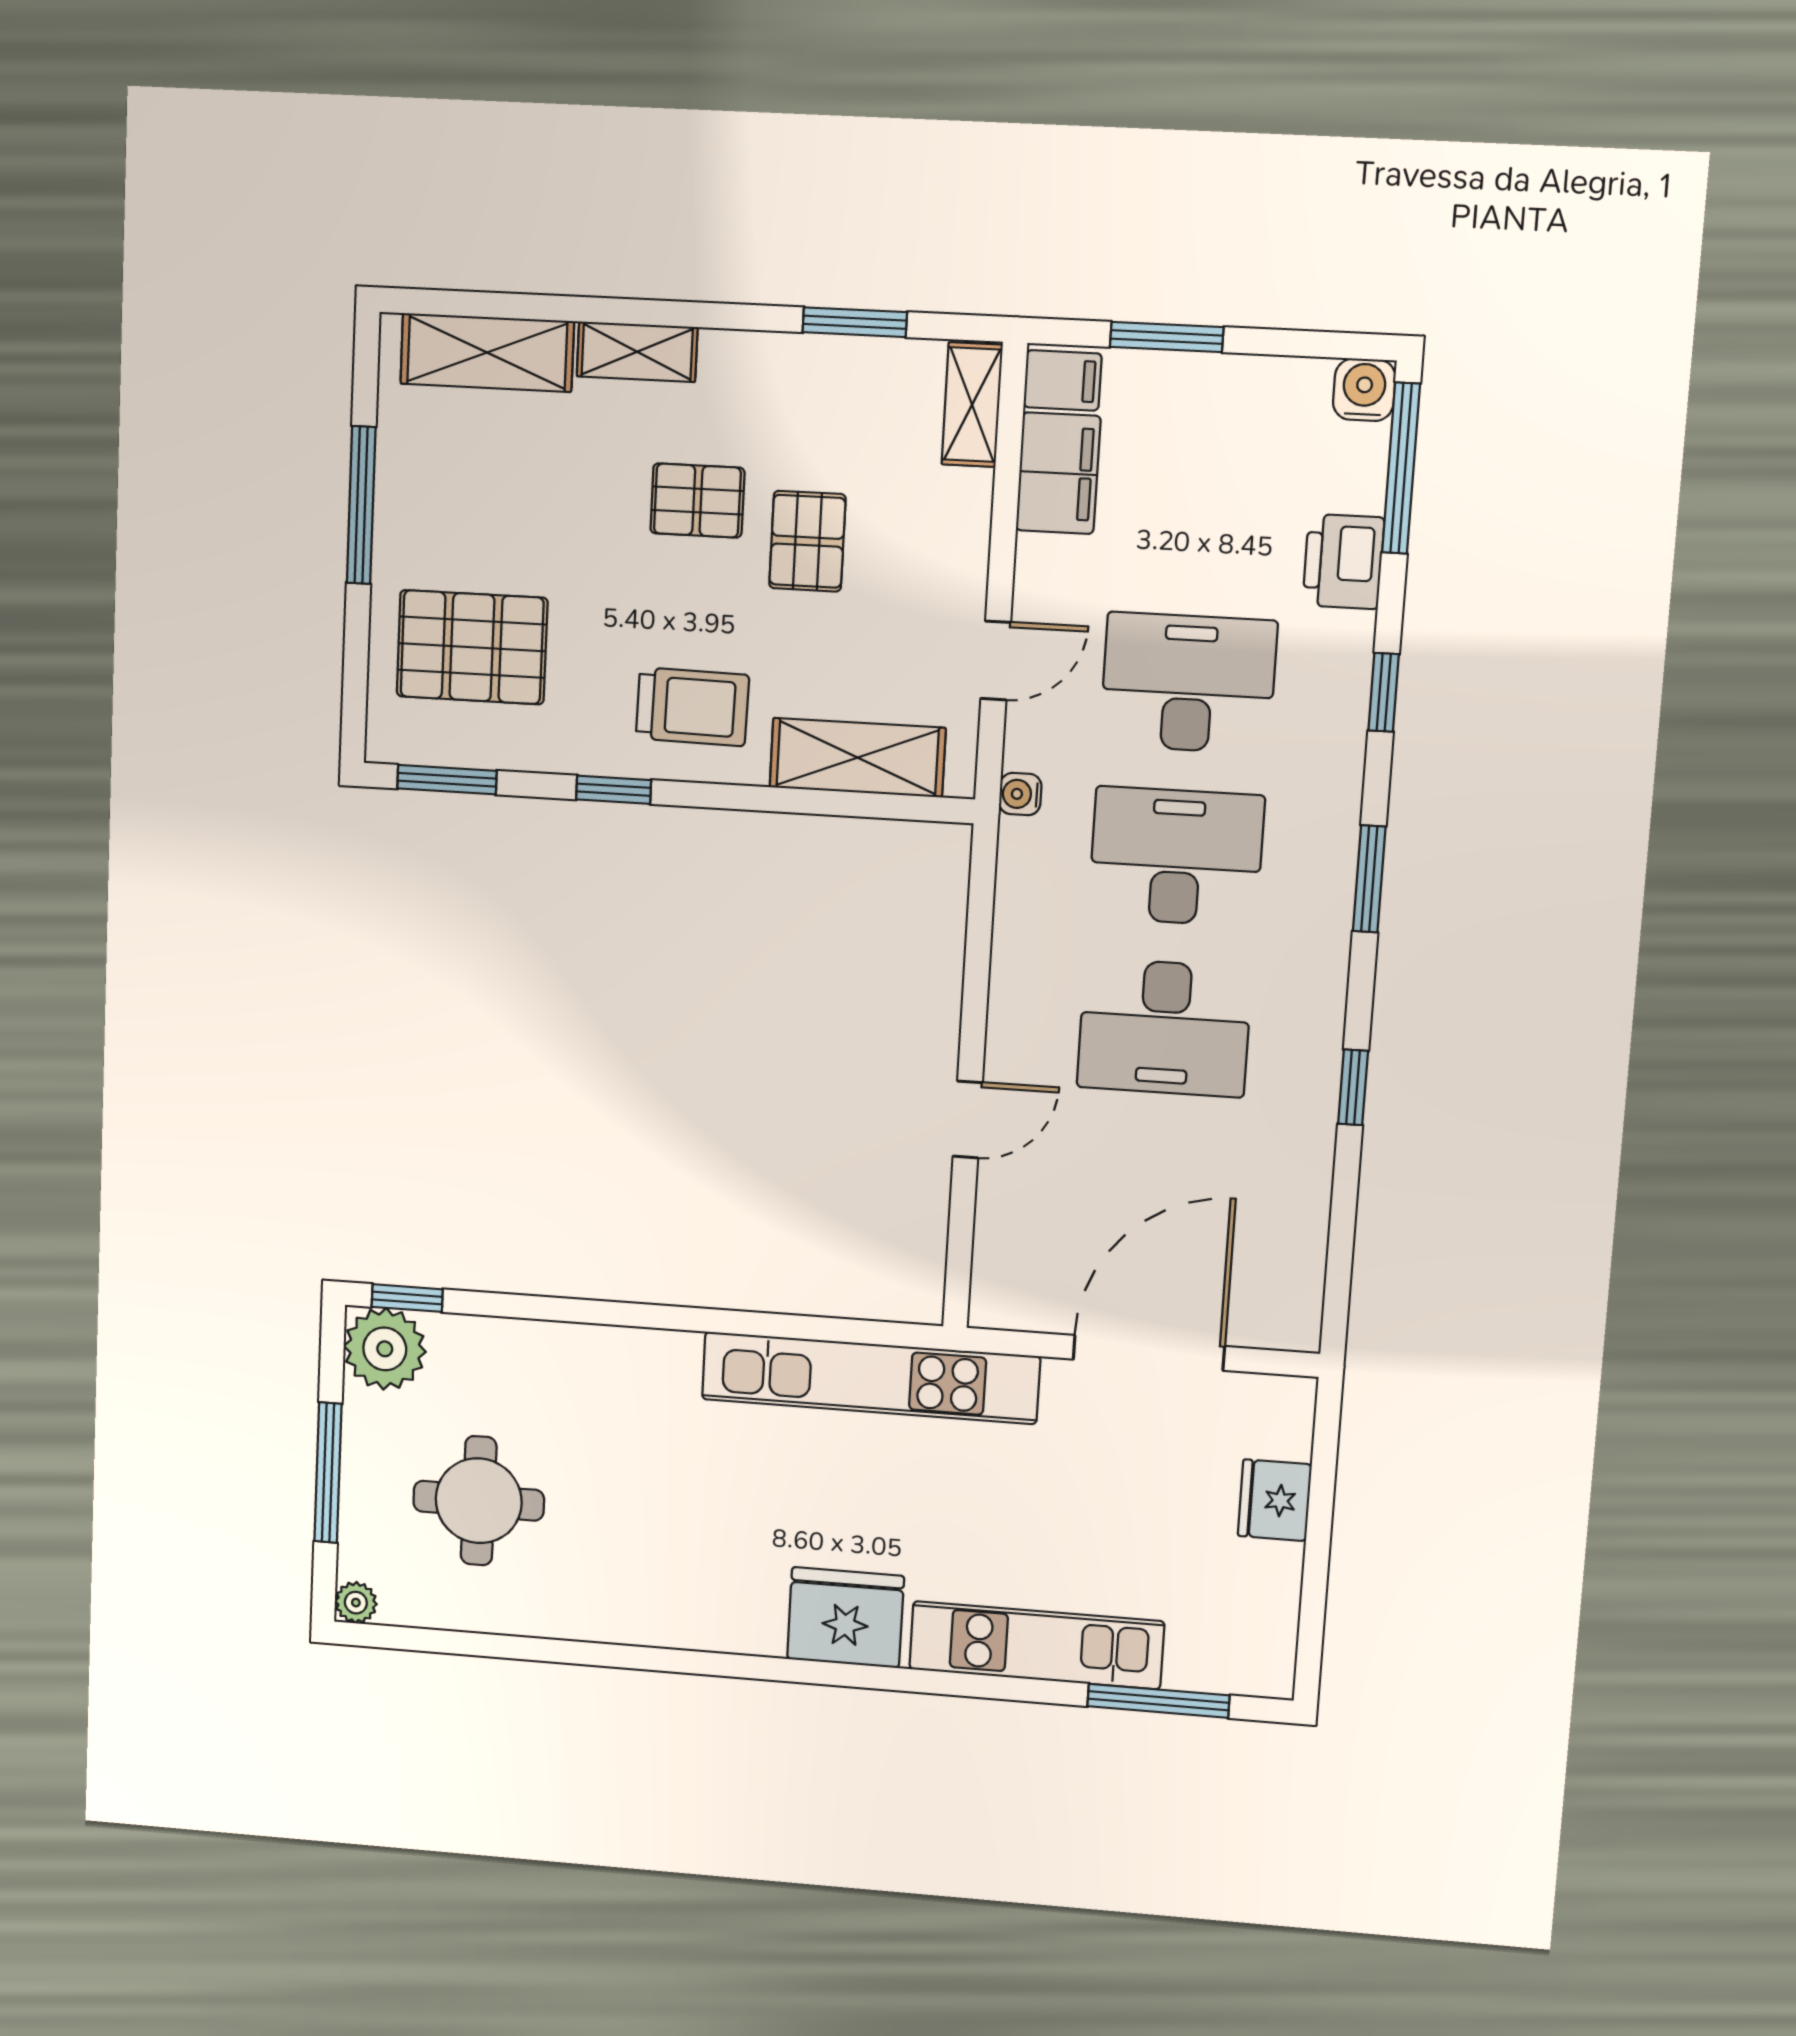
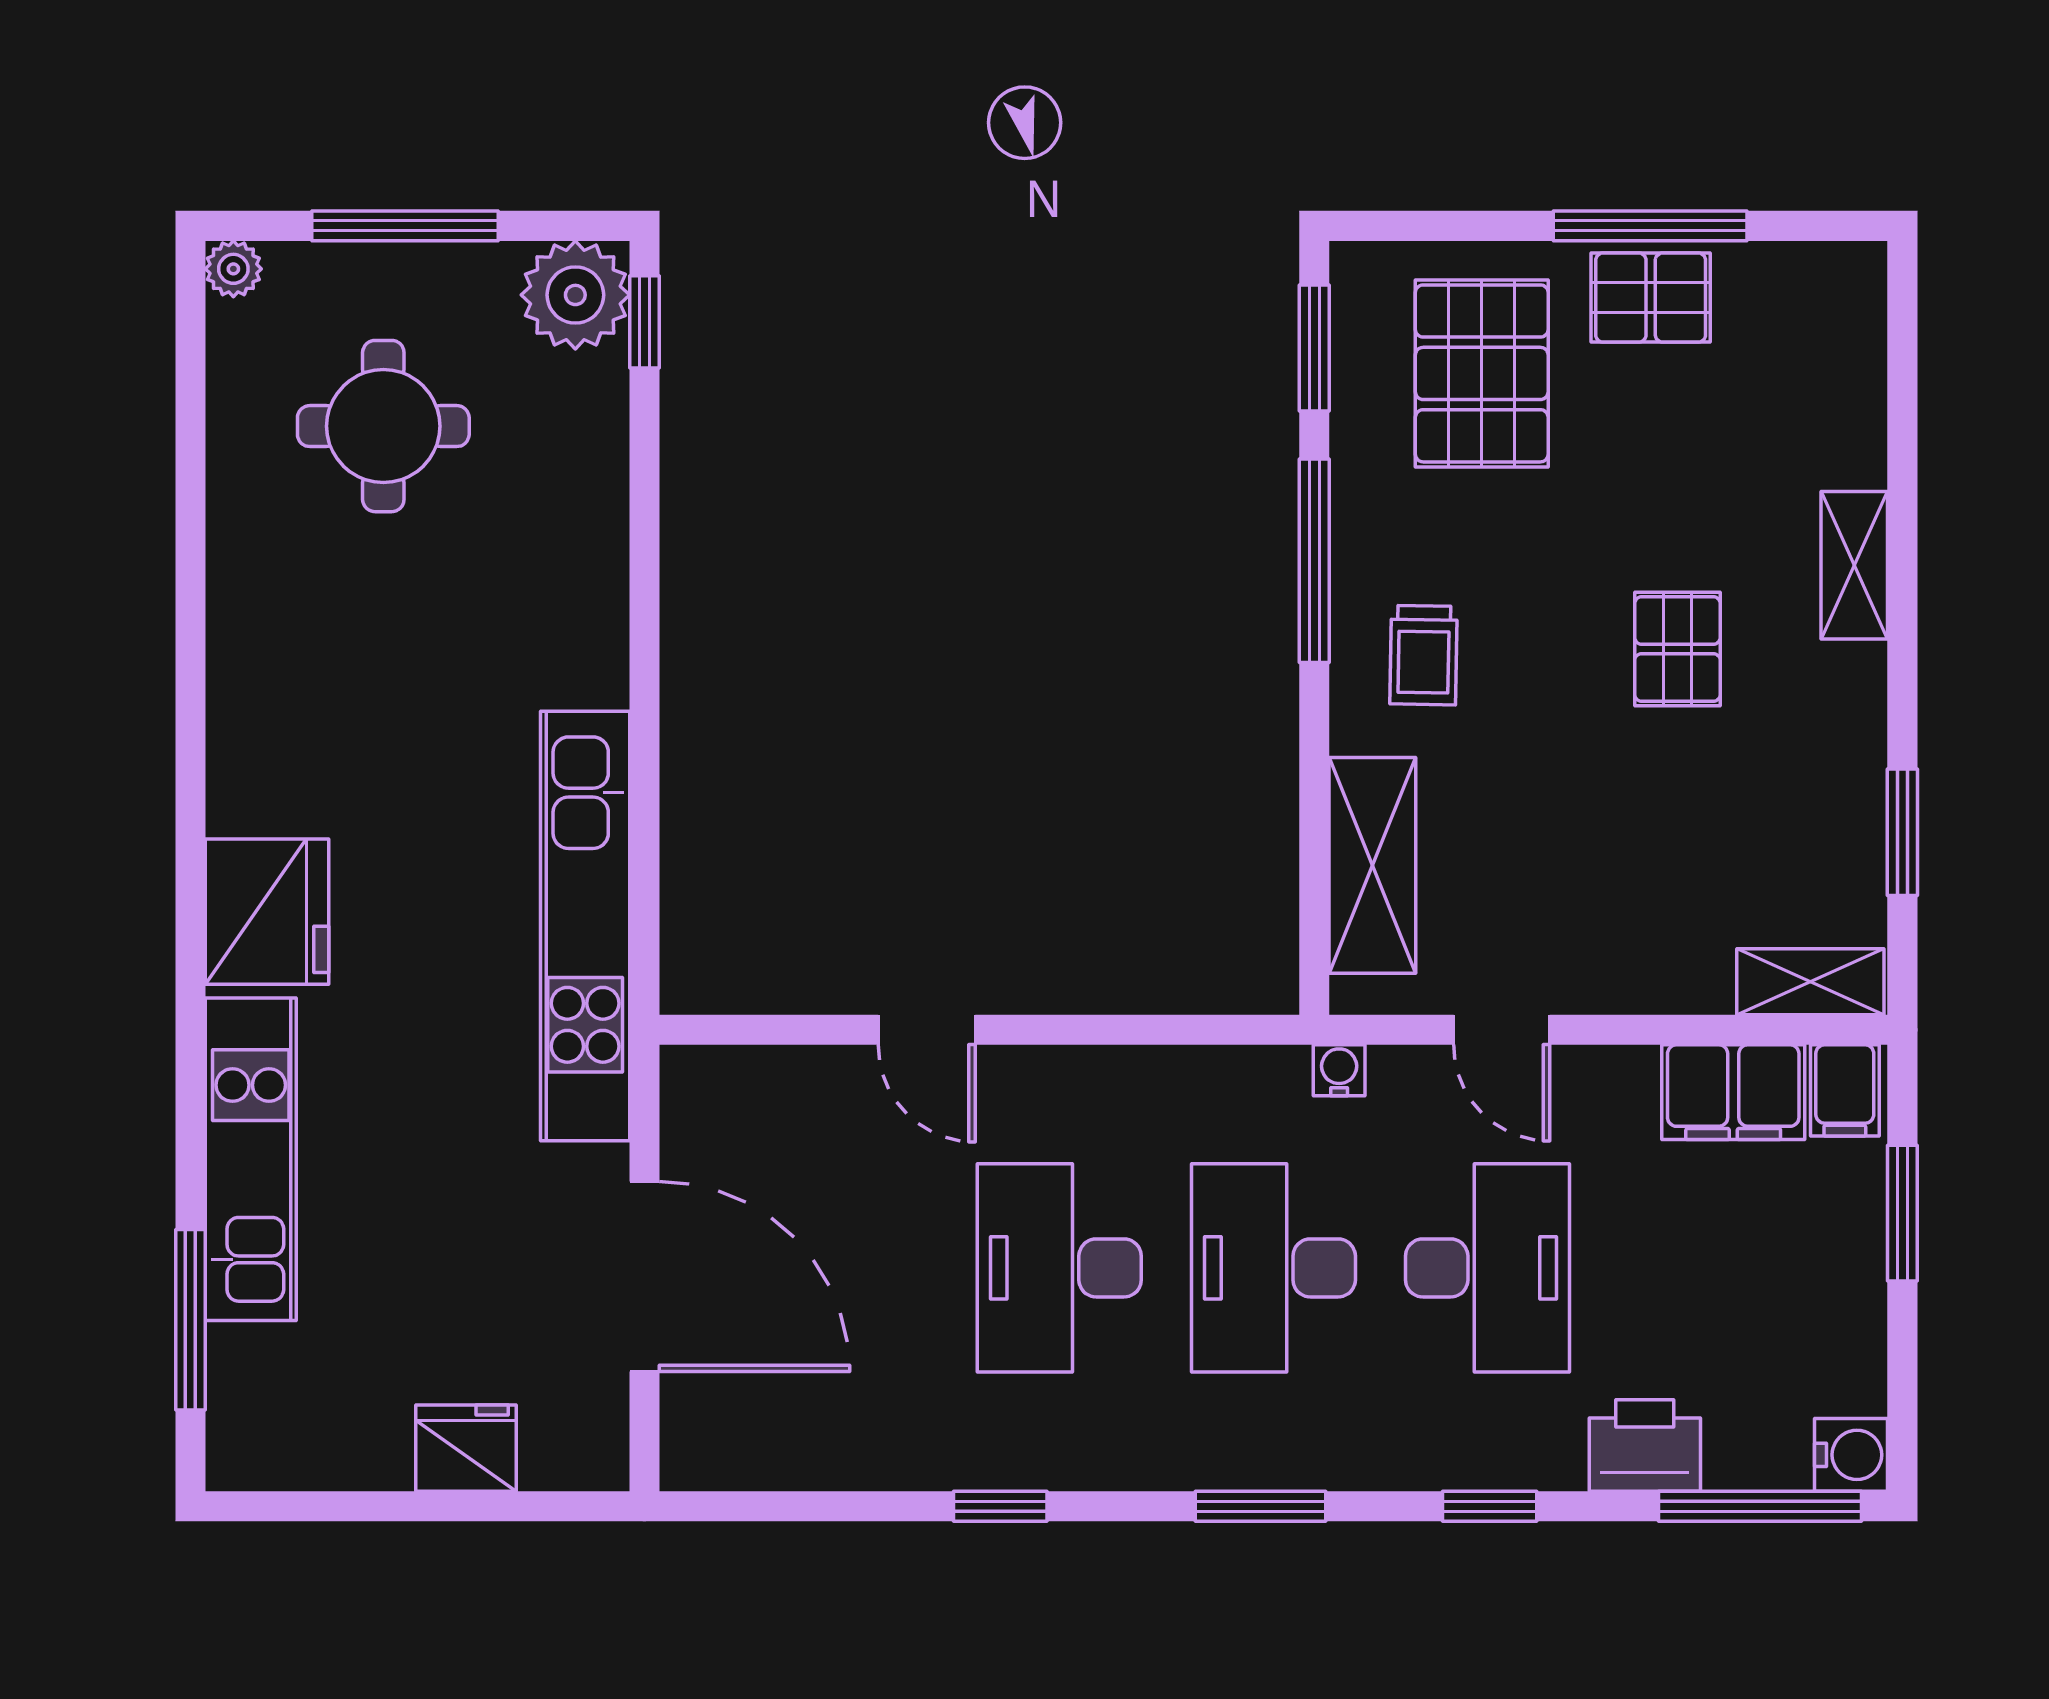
shelving: (487, 353) -> (1844, 378), removed
pallet: (807, 541) -> (1651, 298), moved
trolley: (692, 707) -> (1424, 655), width x0.73, depth x0.72
window: (614, 790) -> (1314, 561), width x2.17
desk: (1176, 857) -> (1273, 1268), turned 180

